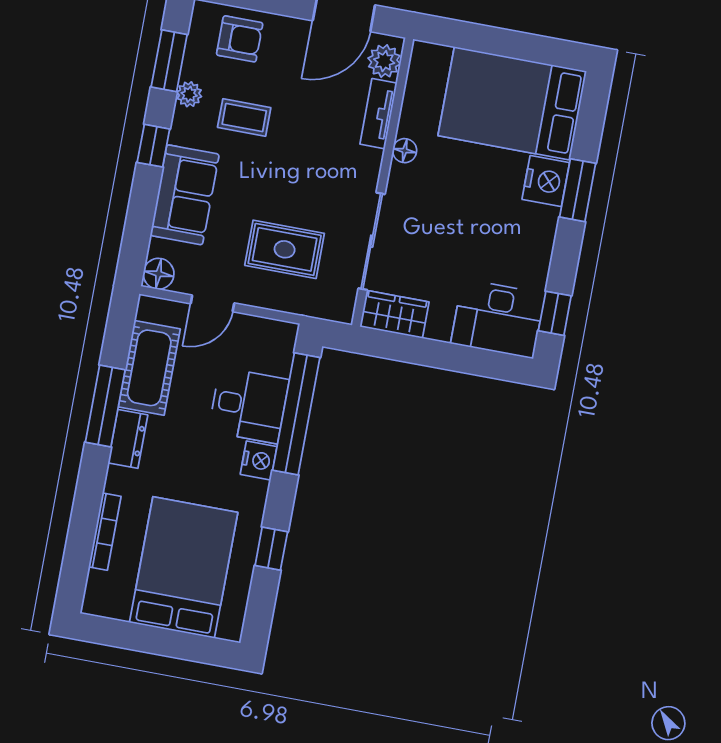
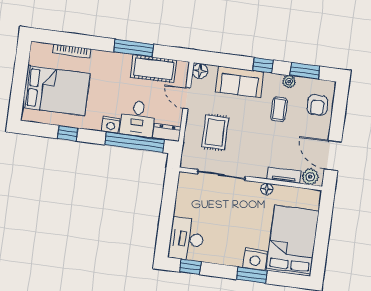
wardrobe: (395, 314) -> (186, 188), removed
dresser: (128, 439) -> (167, 133), moved, turned 180

